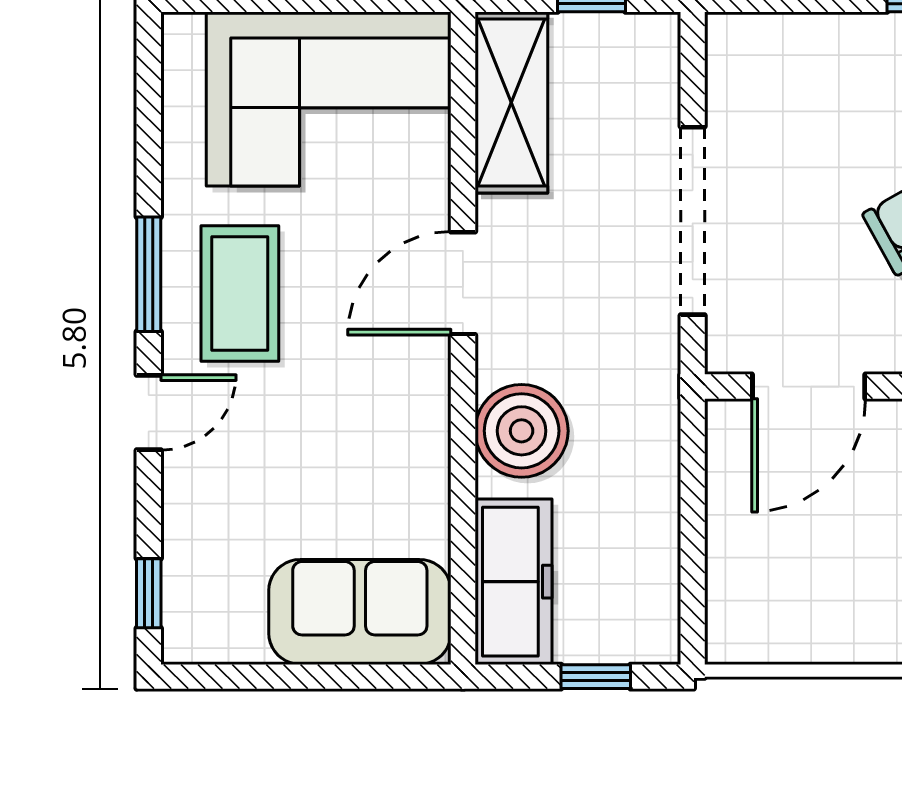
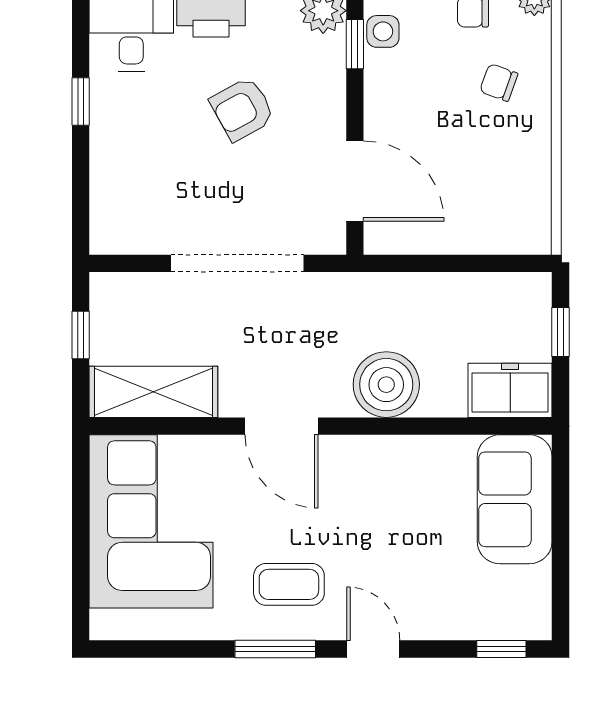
coffee table: (240, 293) -> (289, 584), width x0.73, depth x0.77
freezer: (513, 582) -> (510, 390), width x0.71

